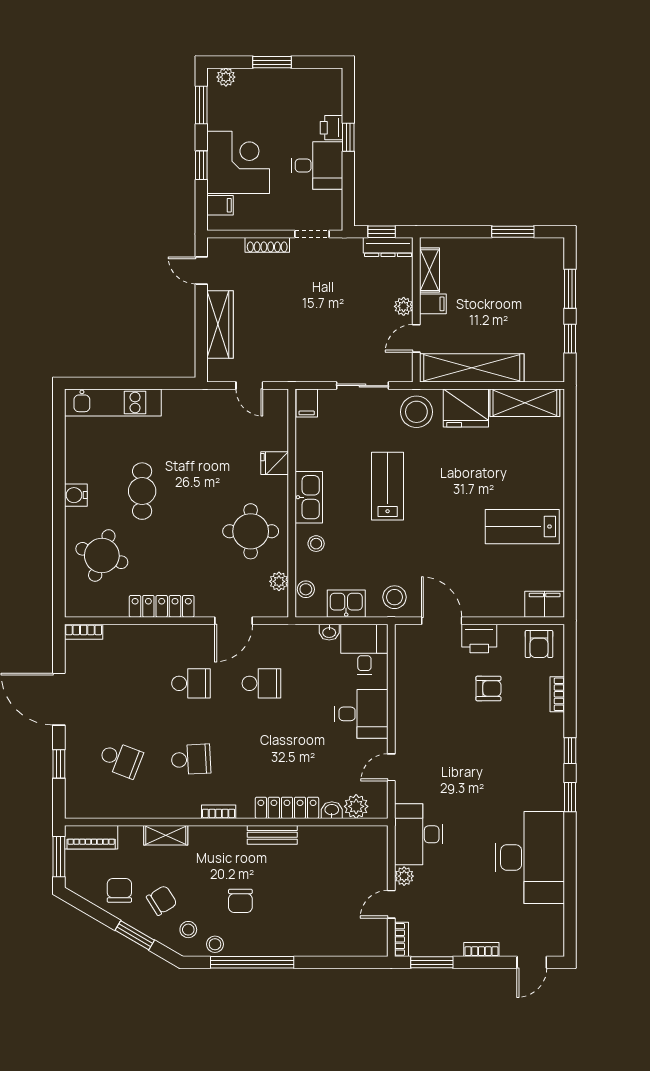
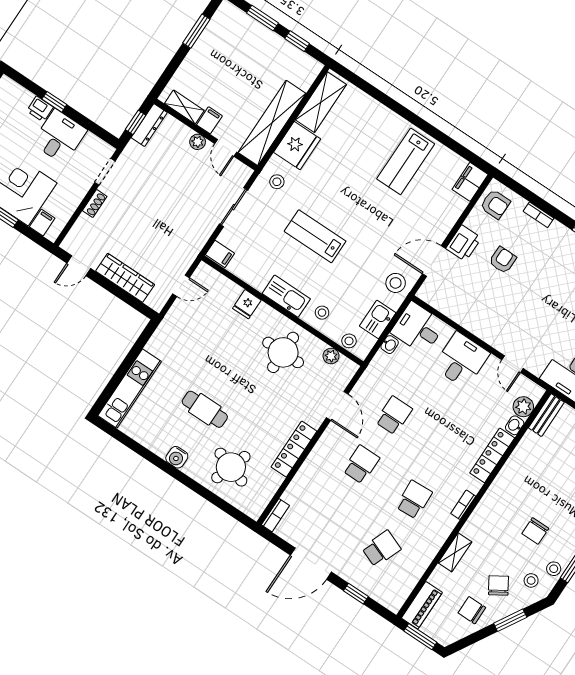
shoe rack: (267, 245) -> (95, 203), width x0.70
stool: (416, 412) -> (277, 182), width x0.53, depth x0.53
bench: (272, 835) -> (546, 415), moved
chair: (240, 901) -> (535, 531), turned 90

